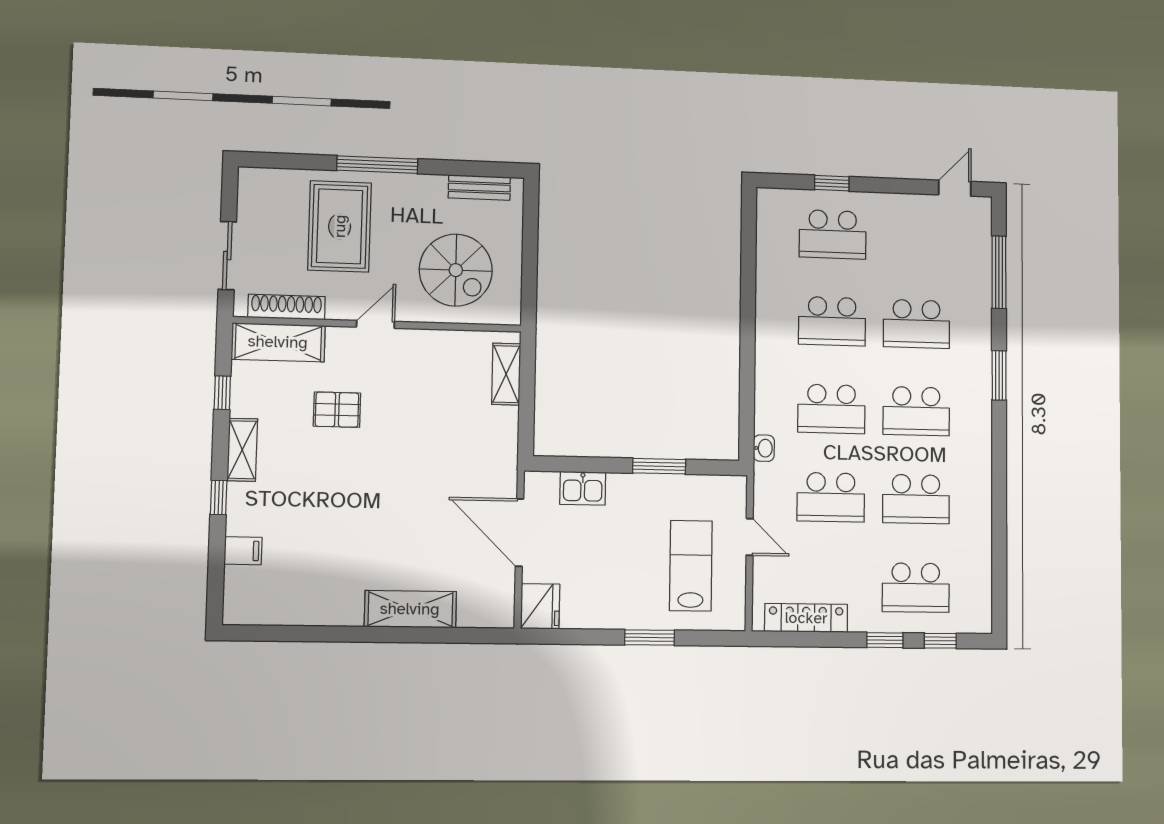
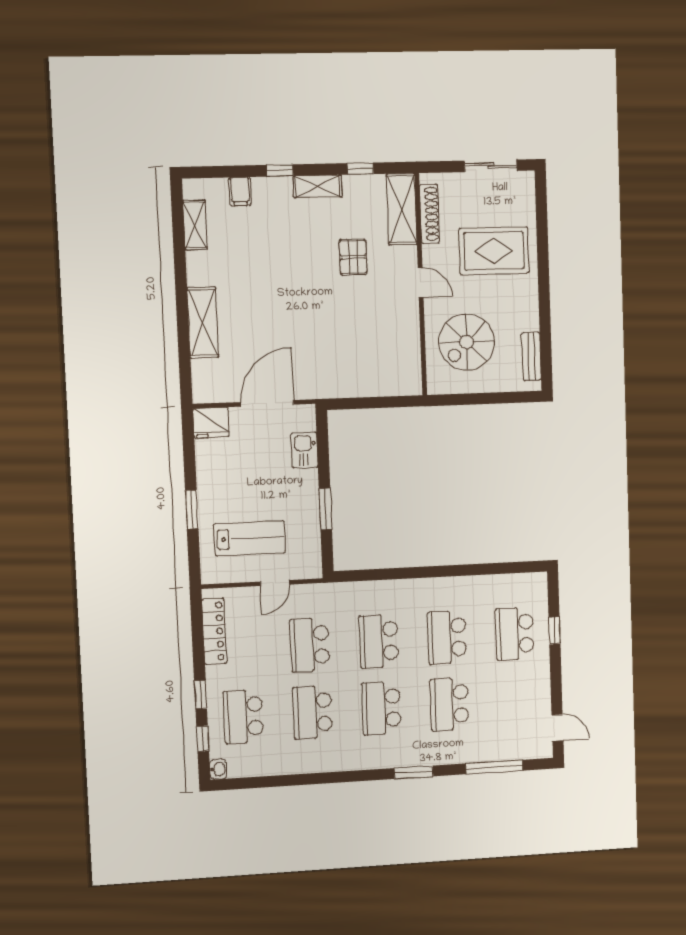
window: (377, 165) -> (543, 277), removed
sliding door: (227, 256) -> (491, 166), moved
shelving: (506, 374) -> (195, 225), moved, turned 90
washbasin: (764, 448) -> (218, 769), moved, turned -90

